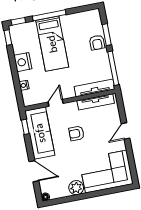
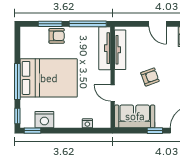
bed: (52, 44) -> (49, 78), width x1.50
nightstand: (23, 62) -> (44, 120), moved
window: (25, 127) -> (155, 131), moved
sofa: (40, 133) -> (135, 116), width x0.73
armchair: (76, 133) -> (150, 77), turned -110

